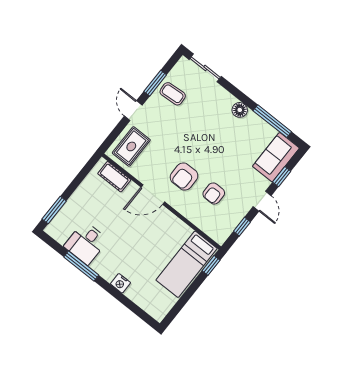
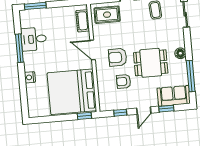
dining table: (221, 149) -> (151, 63), added
bed: (187, 264) -> (72, 92), width x2.04

